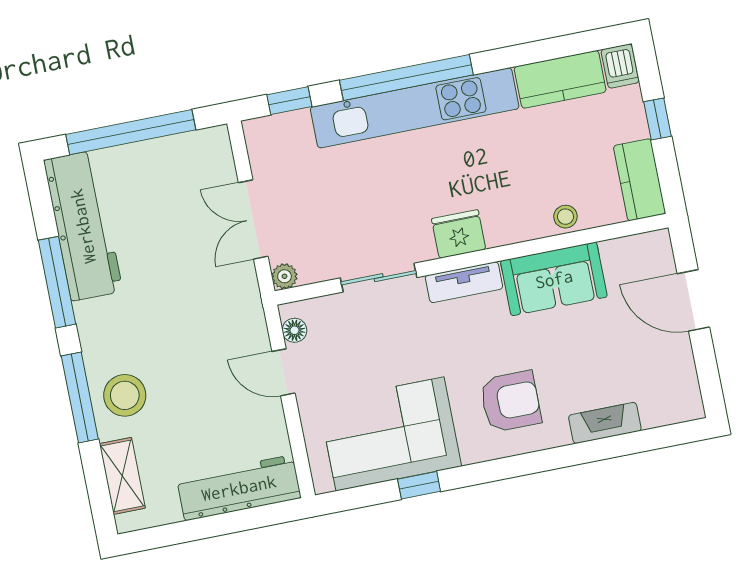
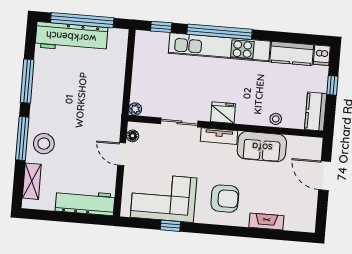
double door: (253, 219) -> (128, 78), removed
workbench: (83, 226) -> (71, 37), moved, turned 90

